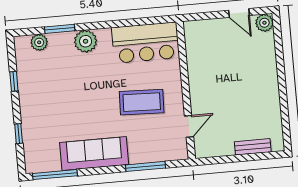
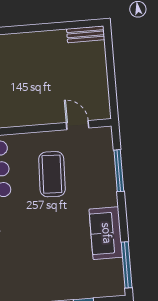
bench: (253, 147) -> (86, 34), moved, turned 90
sofa: (94, 154) -> (106, 233), width x0.73

